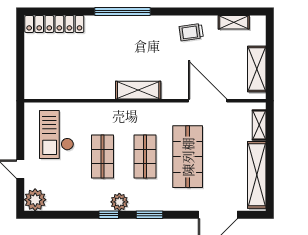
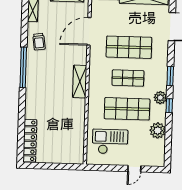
window: (123, 12) -> (23, 67), moved
checkout: (56, 134) -> (110, 142), turned 180
shop shelf: (103, 157) -> (127, 109), width x1.43, depth x1.36
plant: (35, 200) -> (158, 130), moved

